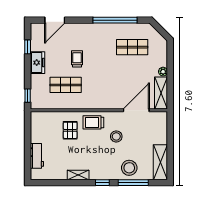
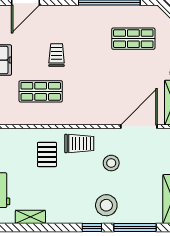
trolley: (93, 122) -> (79, 143), turned 180
stool: (129, 168) -> (106, 205), moved
shelving: (78, 175) -> (30, 217), moved

